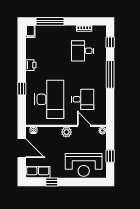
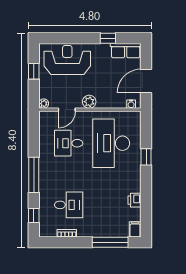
printer: (31, 65) -> (135, 200), moved
door: (84, 126) -> (67, 110), hinge flipped
door: (22, 148) -> (146, 81), hinge flipped

